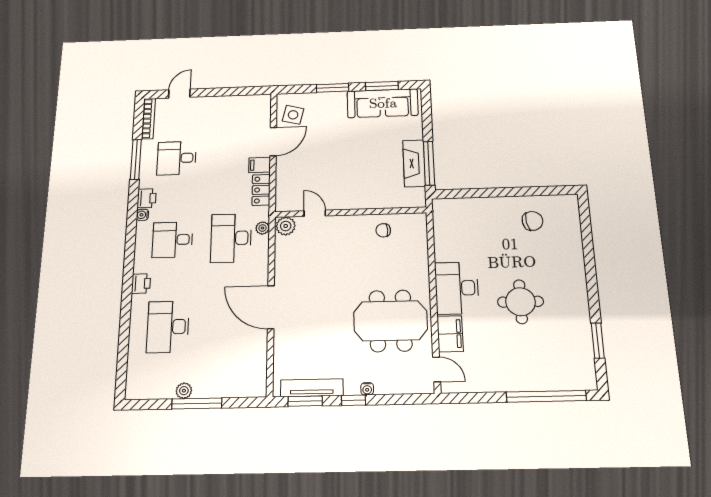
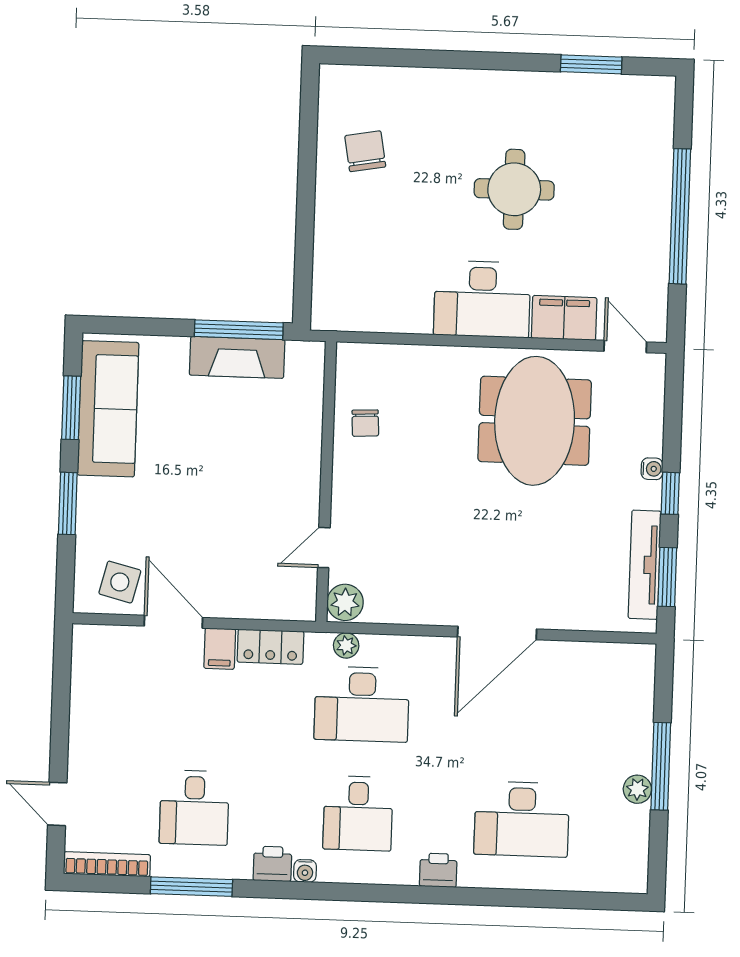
door: (437, 369) -> (625, 347), hinge flipped
window: (546, 396) -> (680, 216), moved

